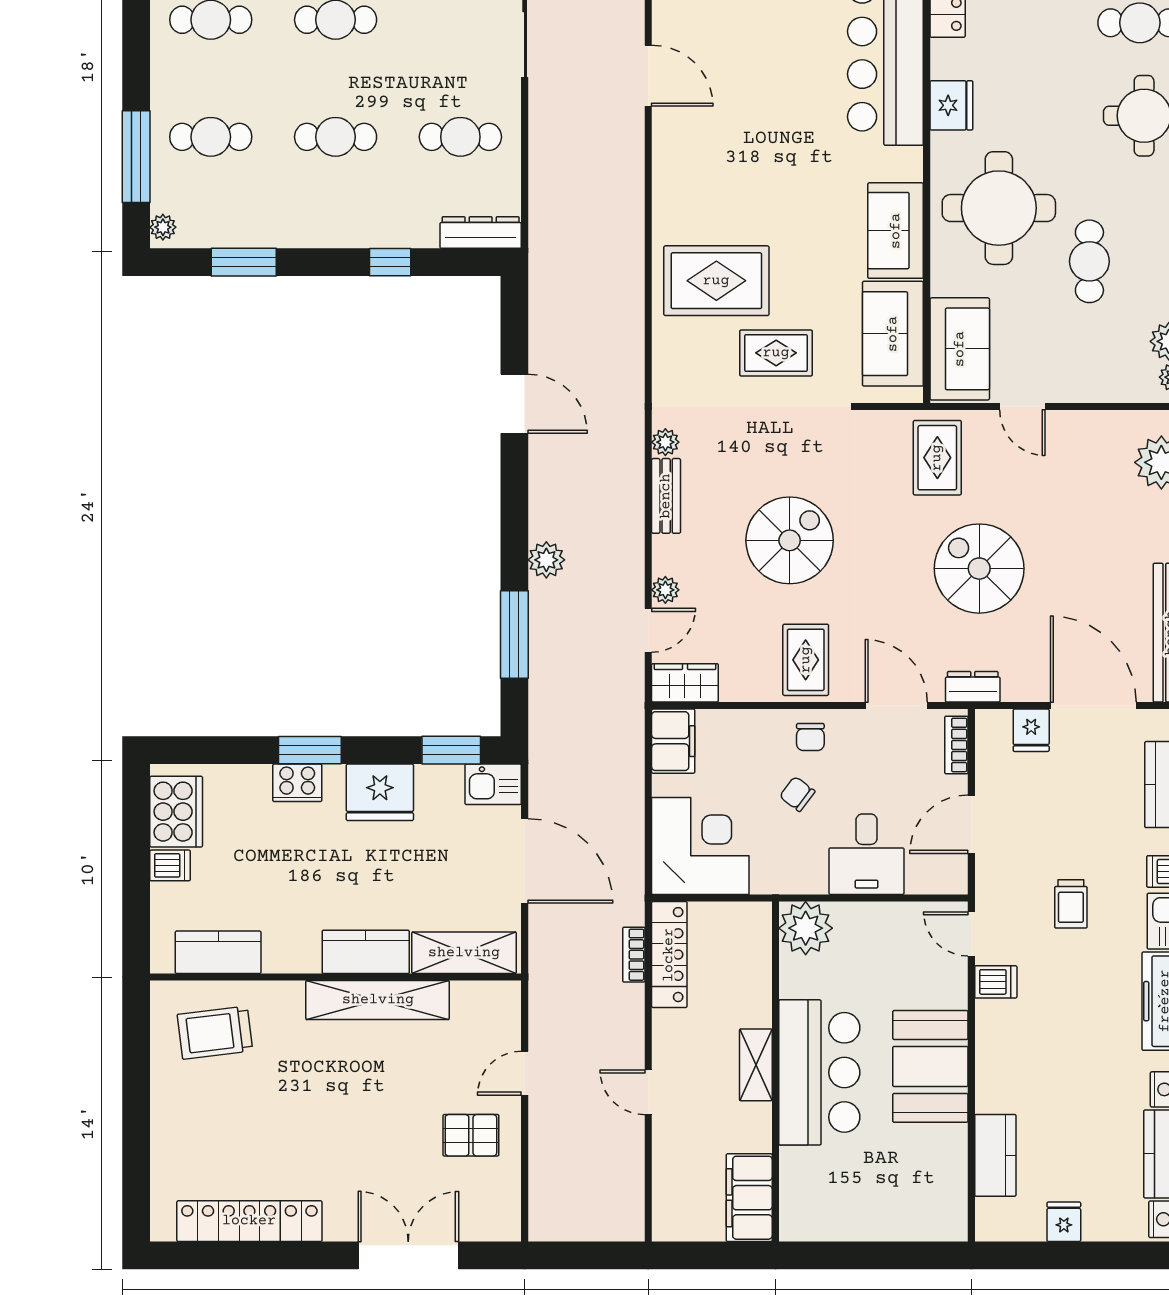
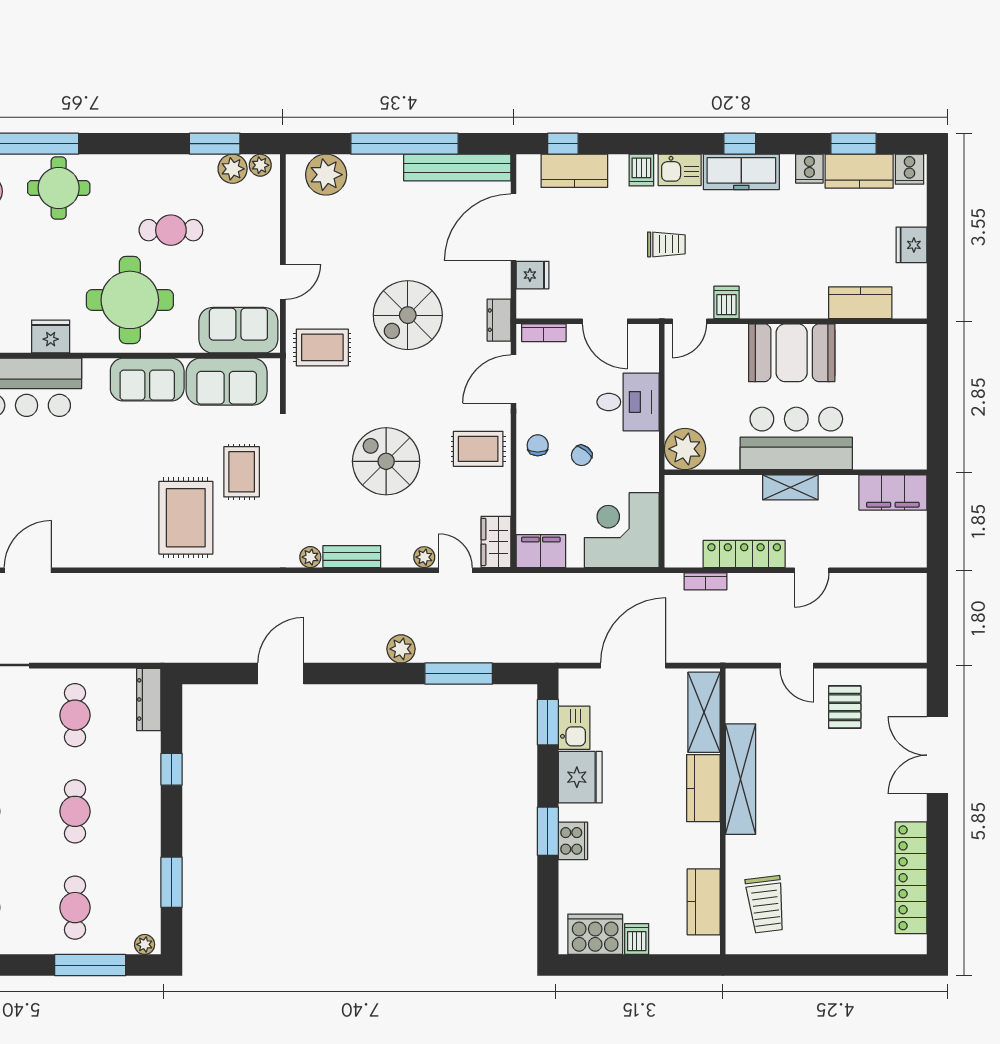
chair: (810, 737) -> (538, 445), turned -90
kitchen sink: (493, 784) -> (574, 728), moved
locker: (669, 955) -> (744, 554), moved
fridge: (1064, 1222) -> (911, 245), width x1.38

